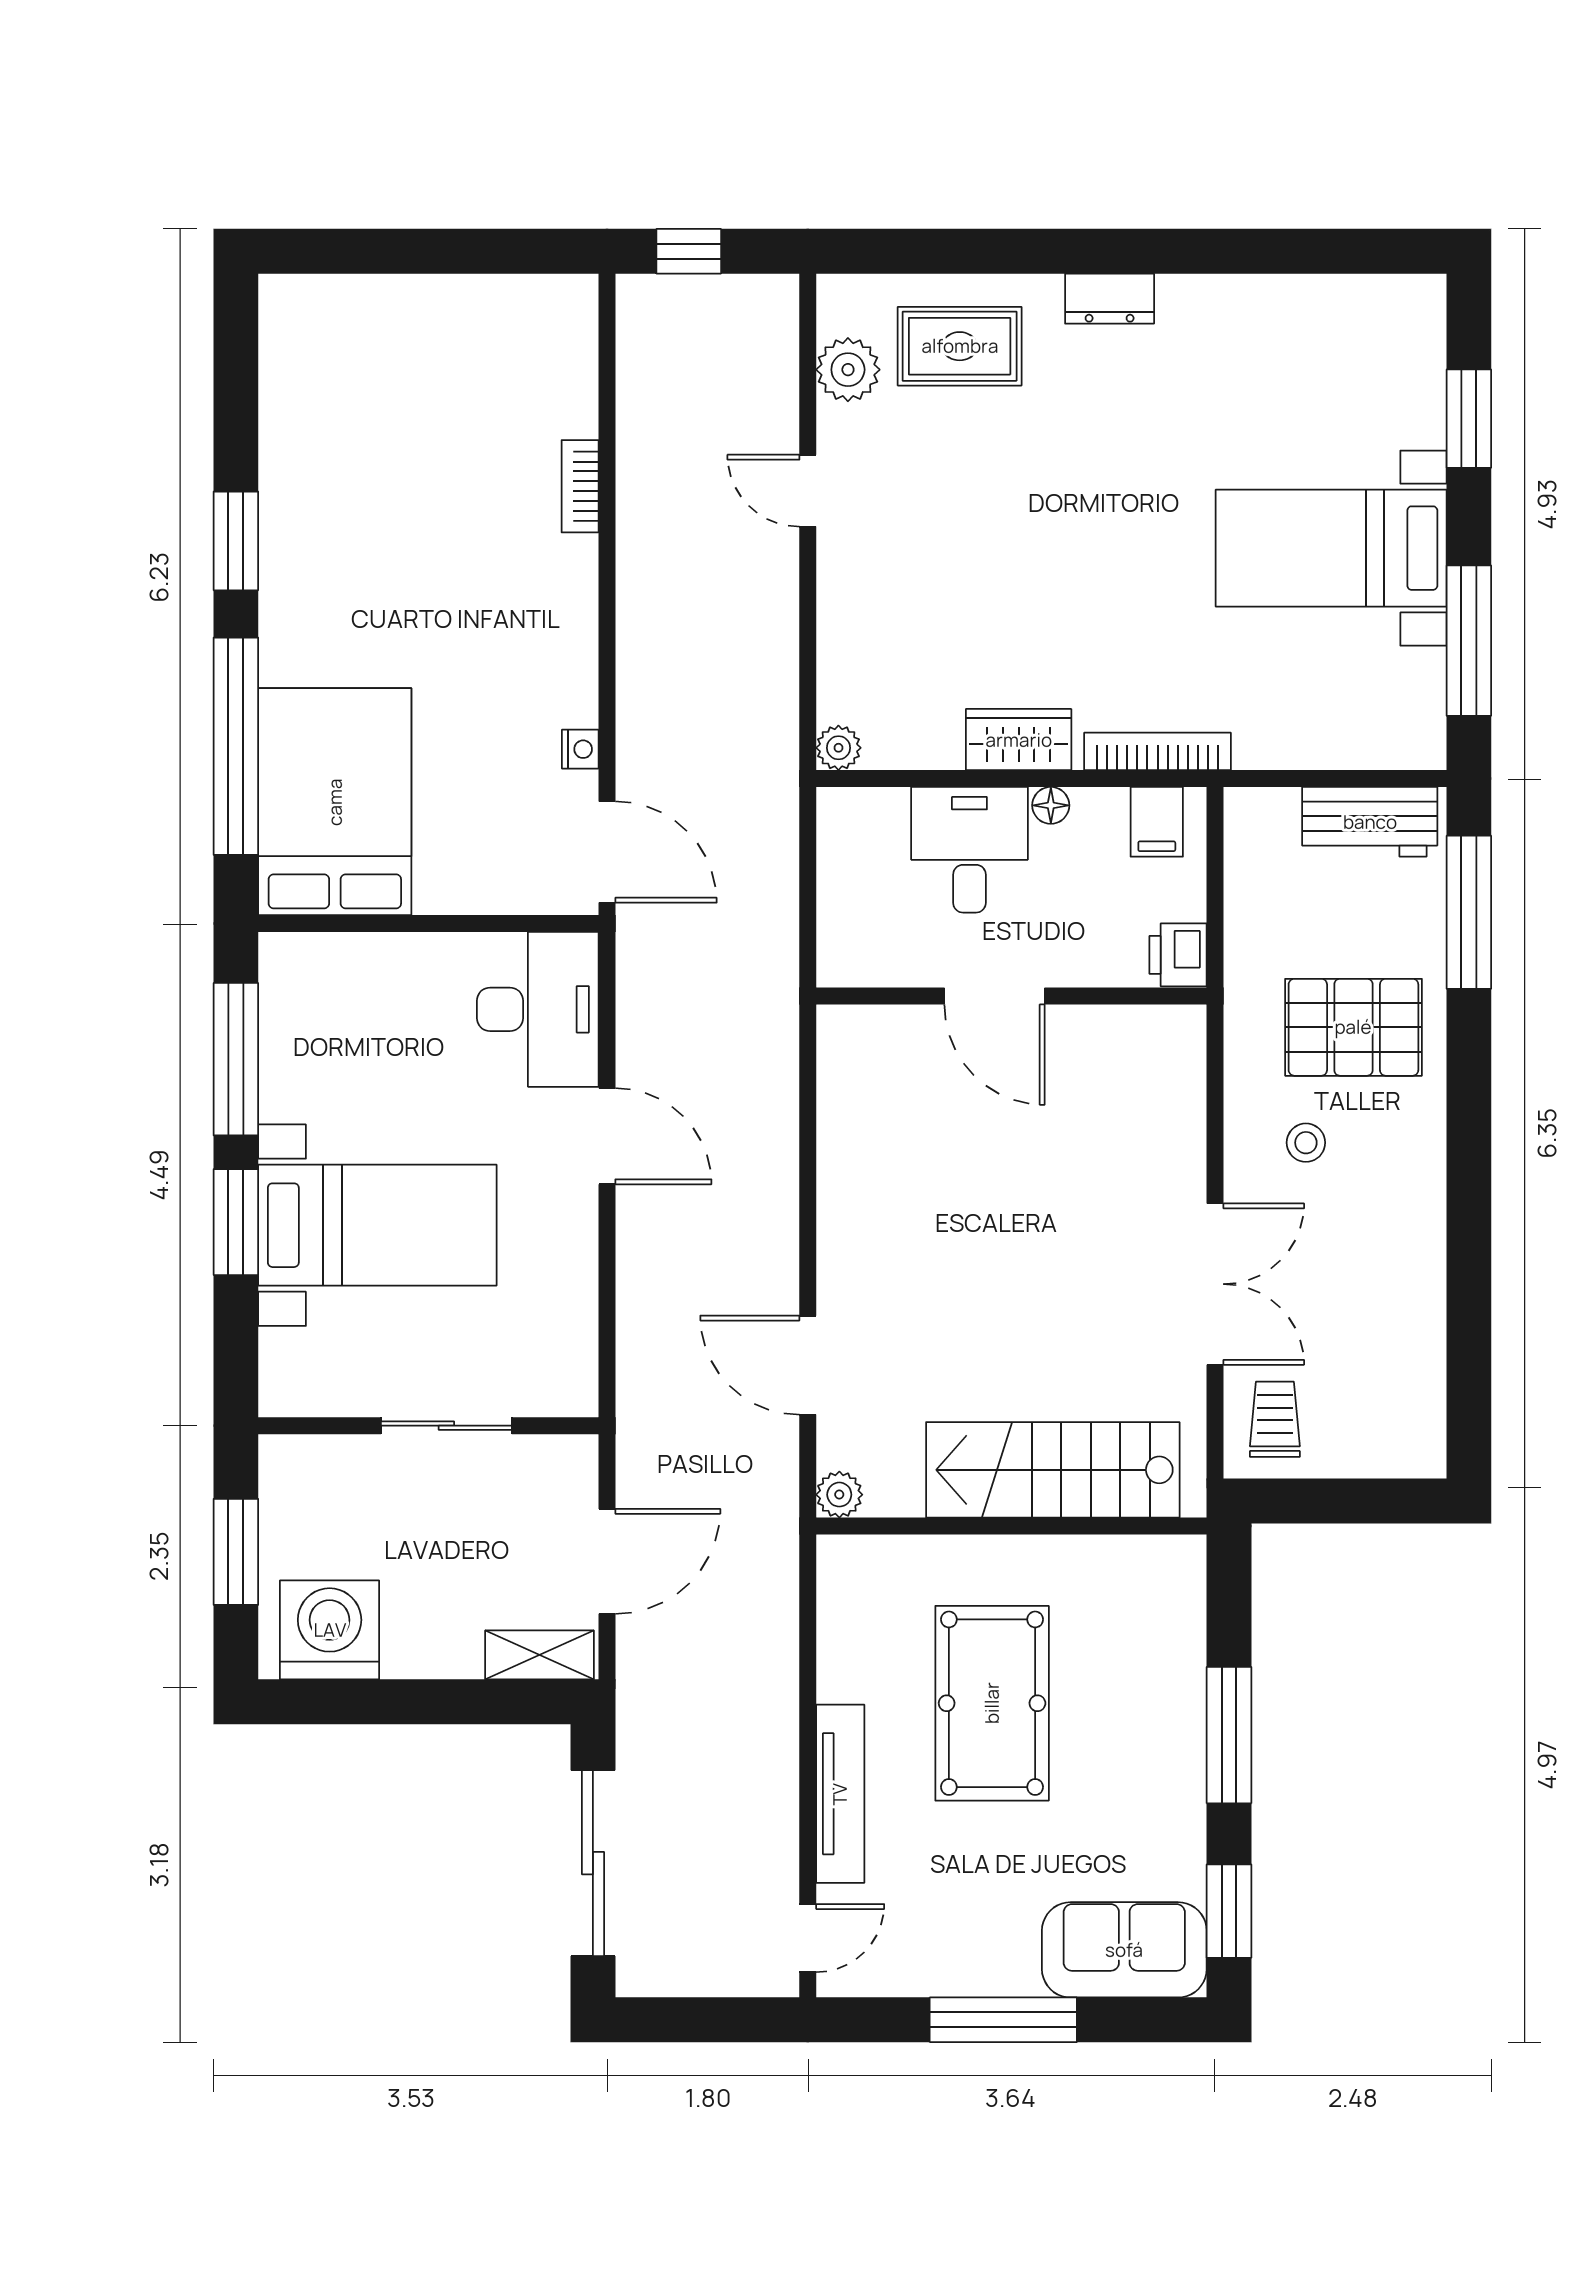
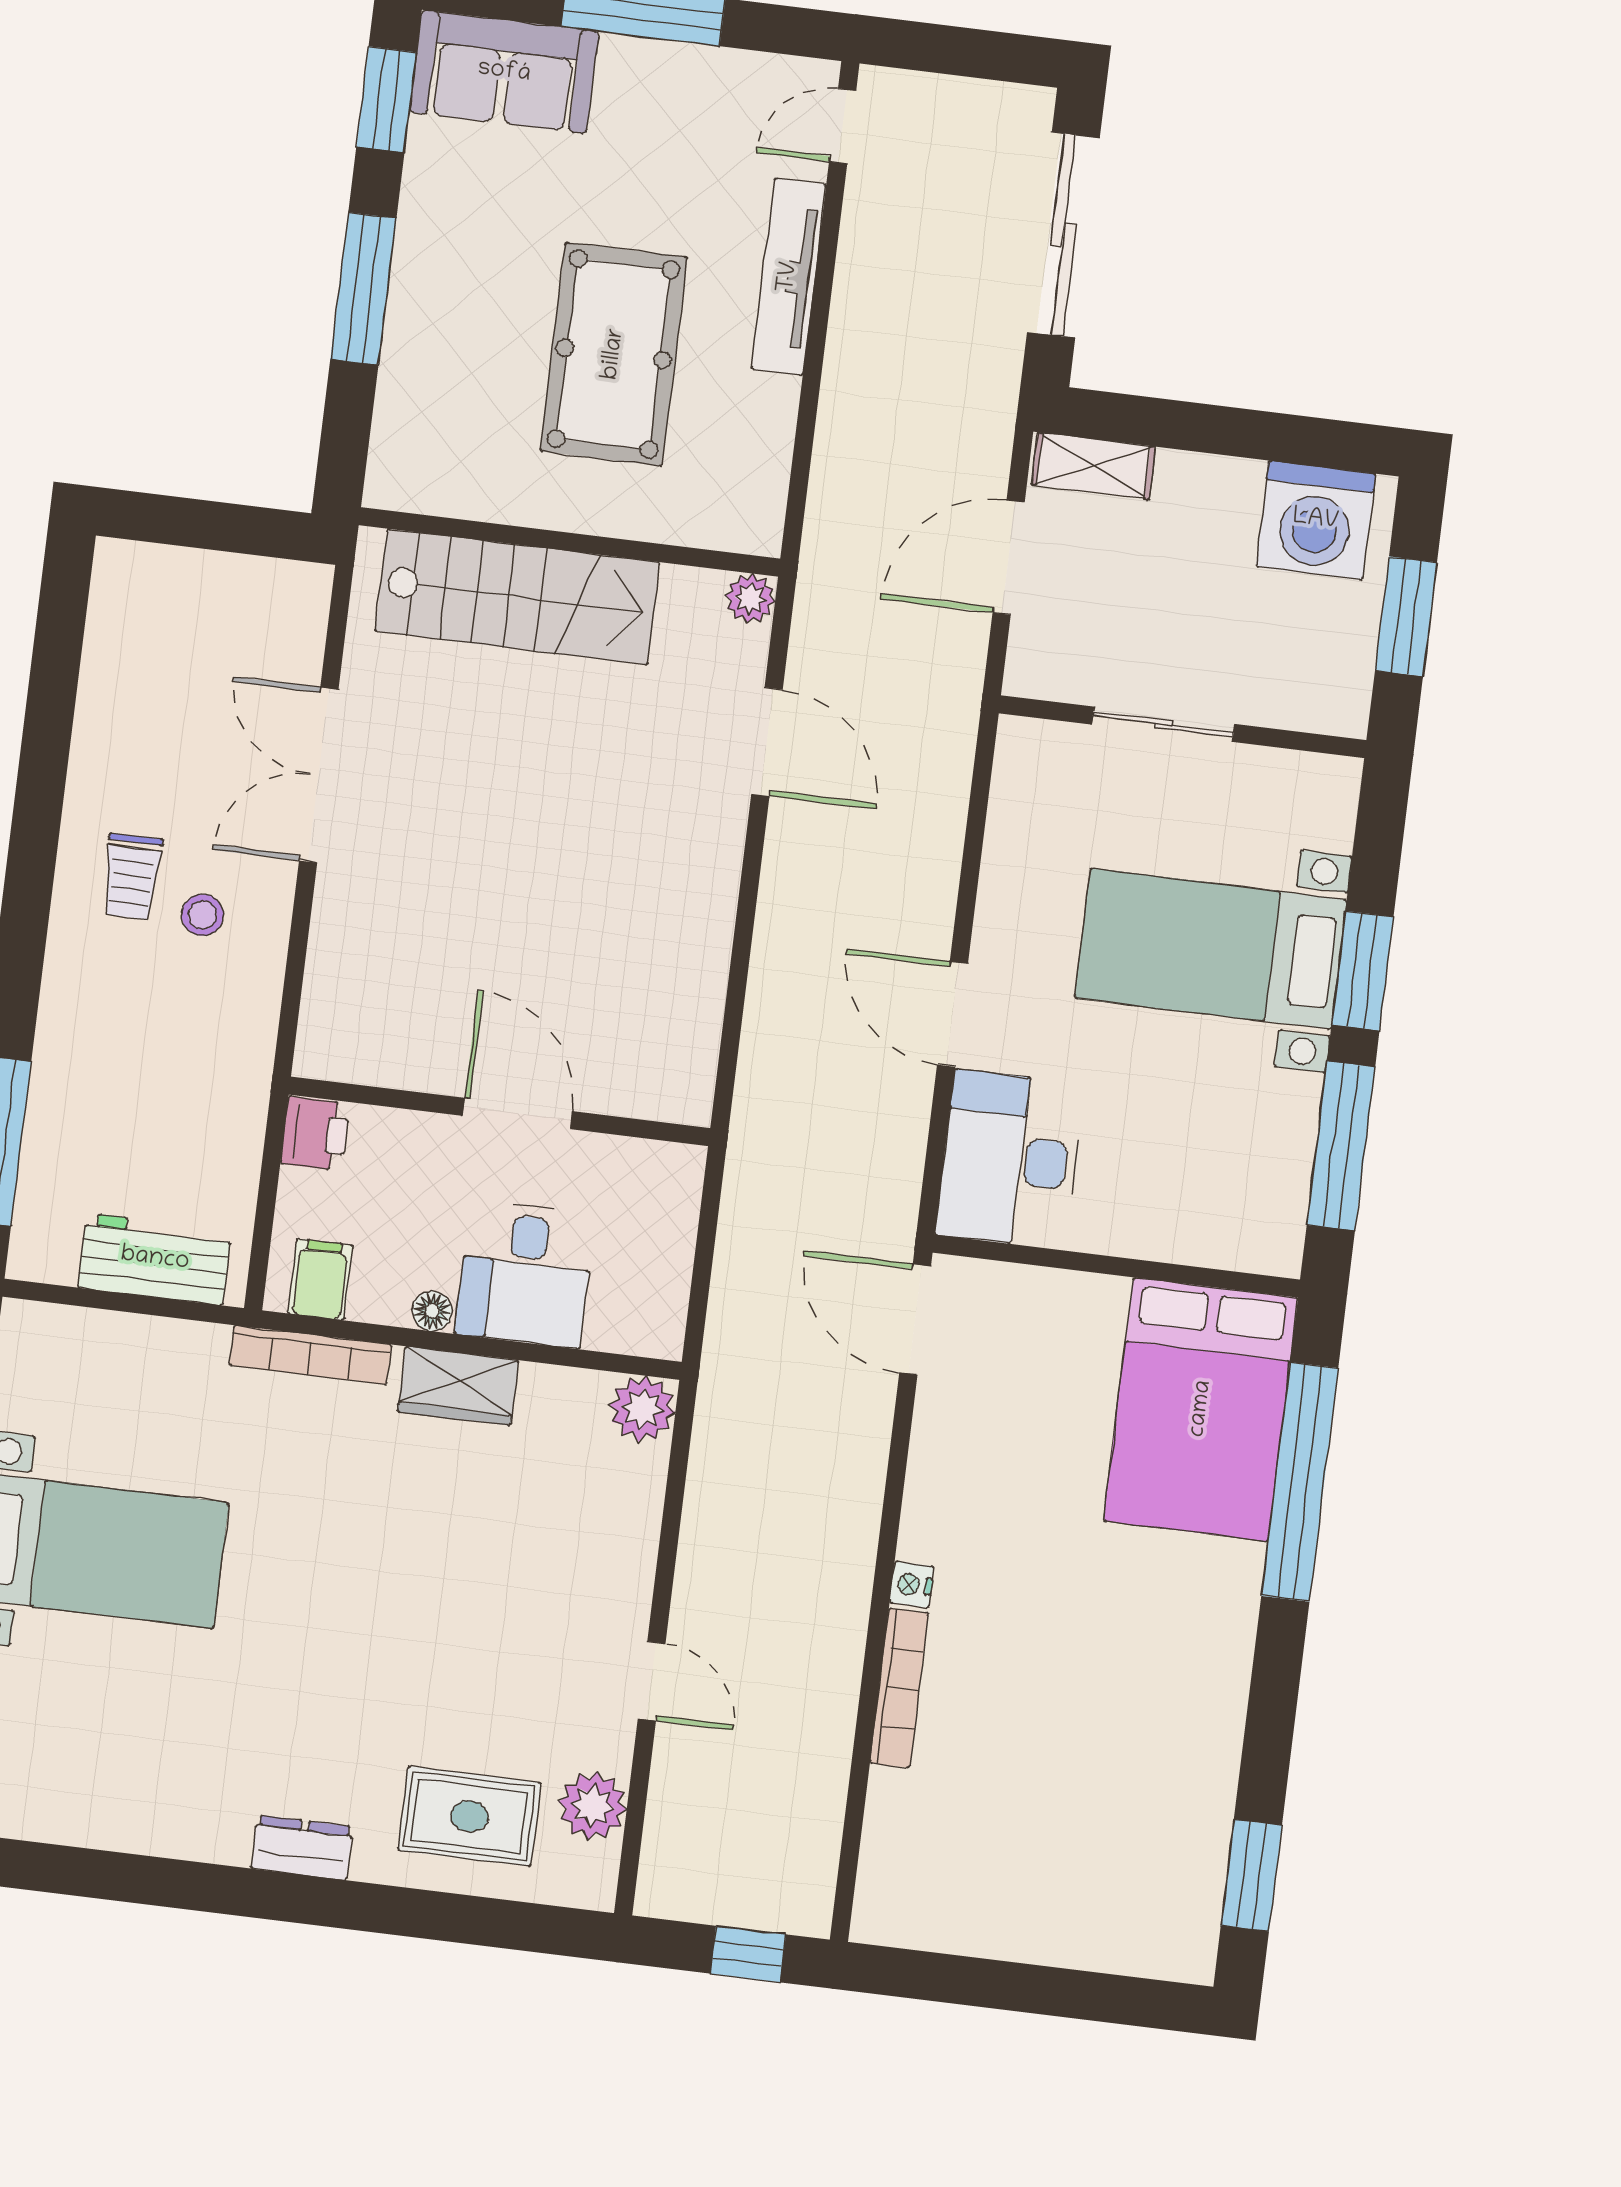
bookcase: (580, 486) -> (899, 1688), width x1.56
window: (236, 541) -> (1251, 1875), moved
plant: (838, 748) -> (642, 1409), width x1.38, depth x1.38
nightstand: (580, 749) -> (912, 1585), moved
workbench: (1370, 822) -> (155, 1259), moved
pallet: (1353, 1027) -> (136, 1033), removed
trolley: (1275, 1419) -> (132, 877), moved

